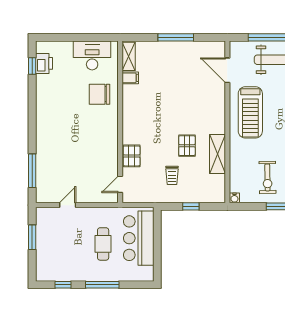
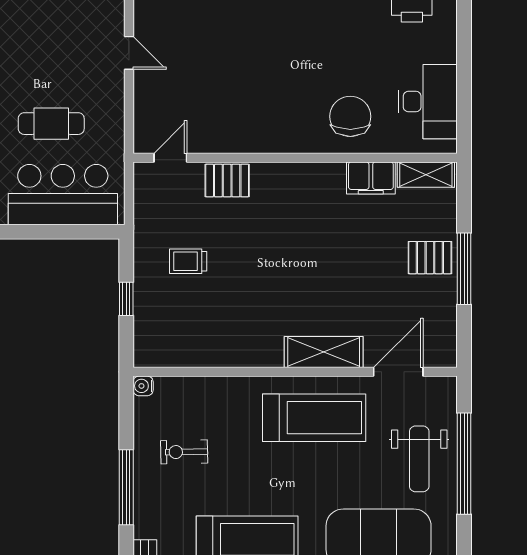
filing cabinet: (130, 78) -> (371, 178), width x2.00
treadmill: (250, 112) -> (314, 418), turned 180
pallet: (187, 146) -> (430, 258), moved
shelving: (217, 154) -> (324, 352), moved
exercise bike: (267, 177) -> (184, 452), width x0.73, depth x0.72
door: (120, 184) -> (170, 158), hinge flipped

